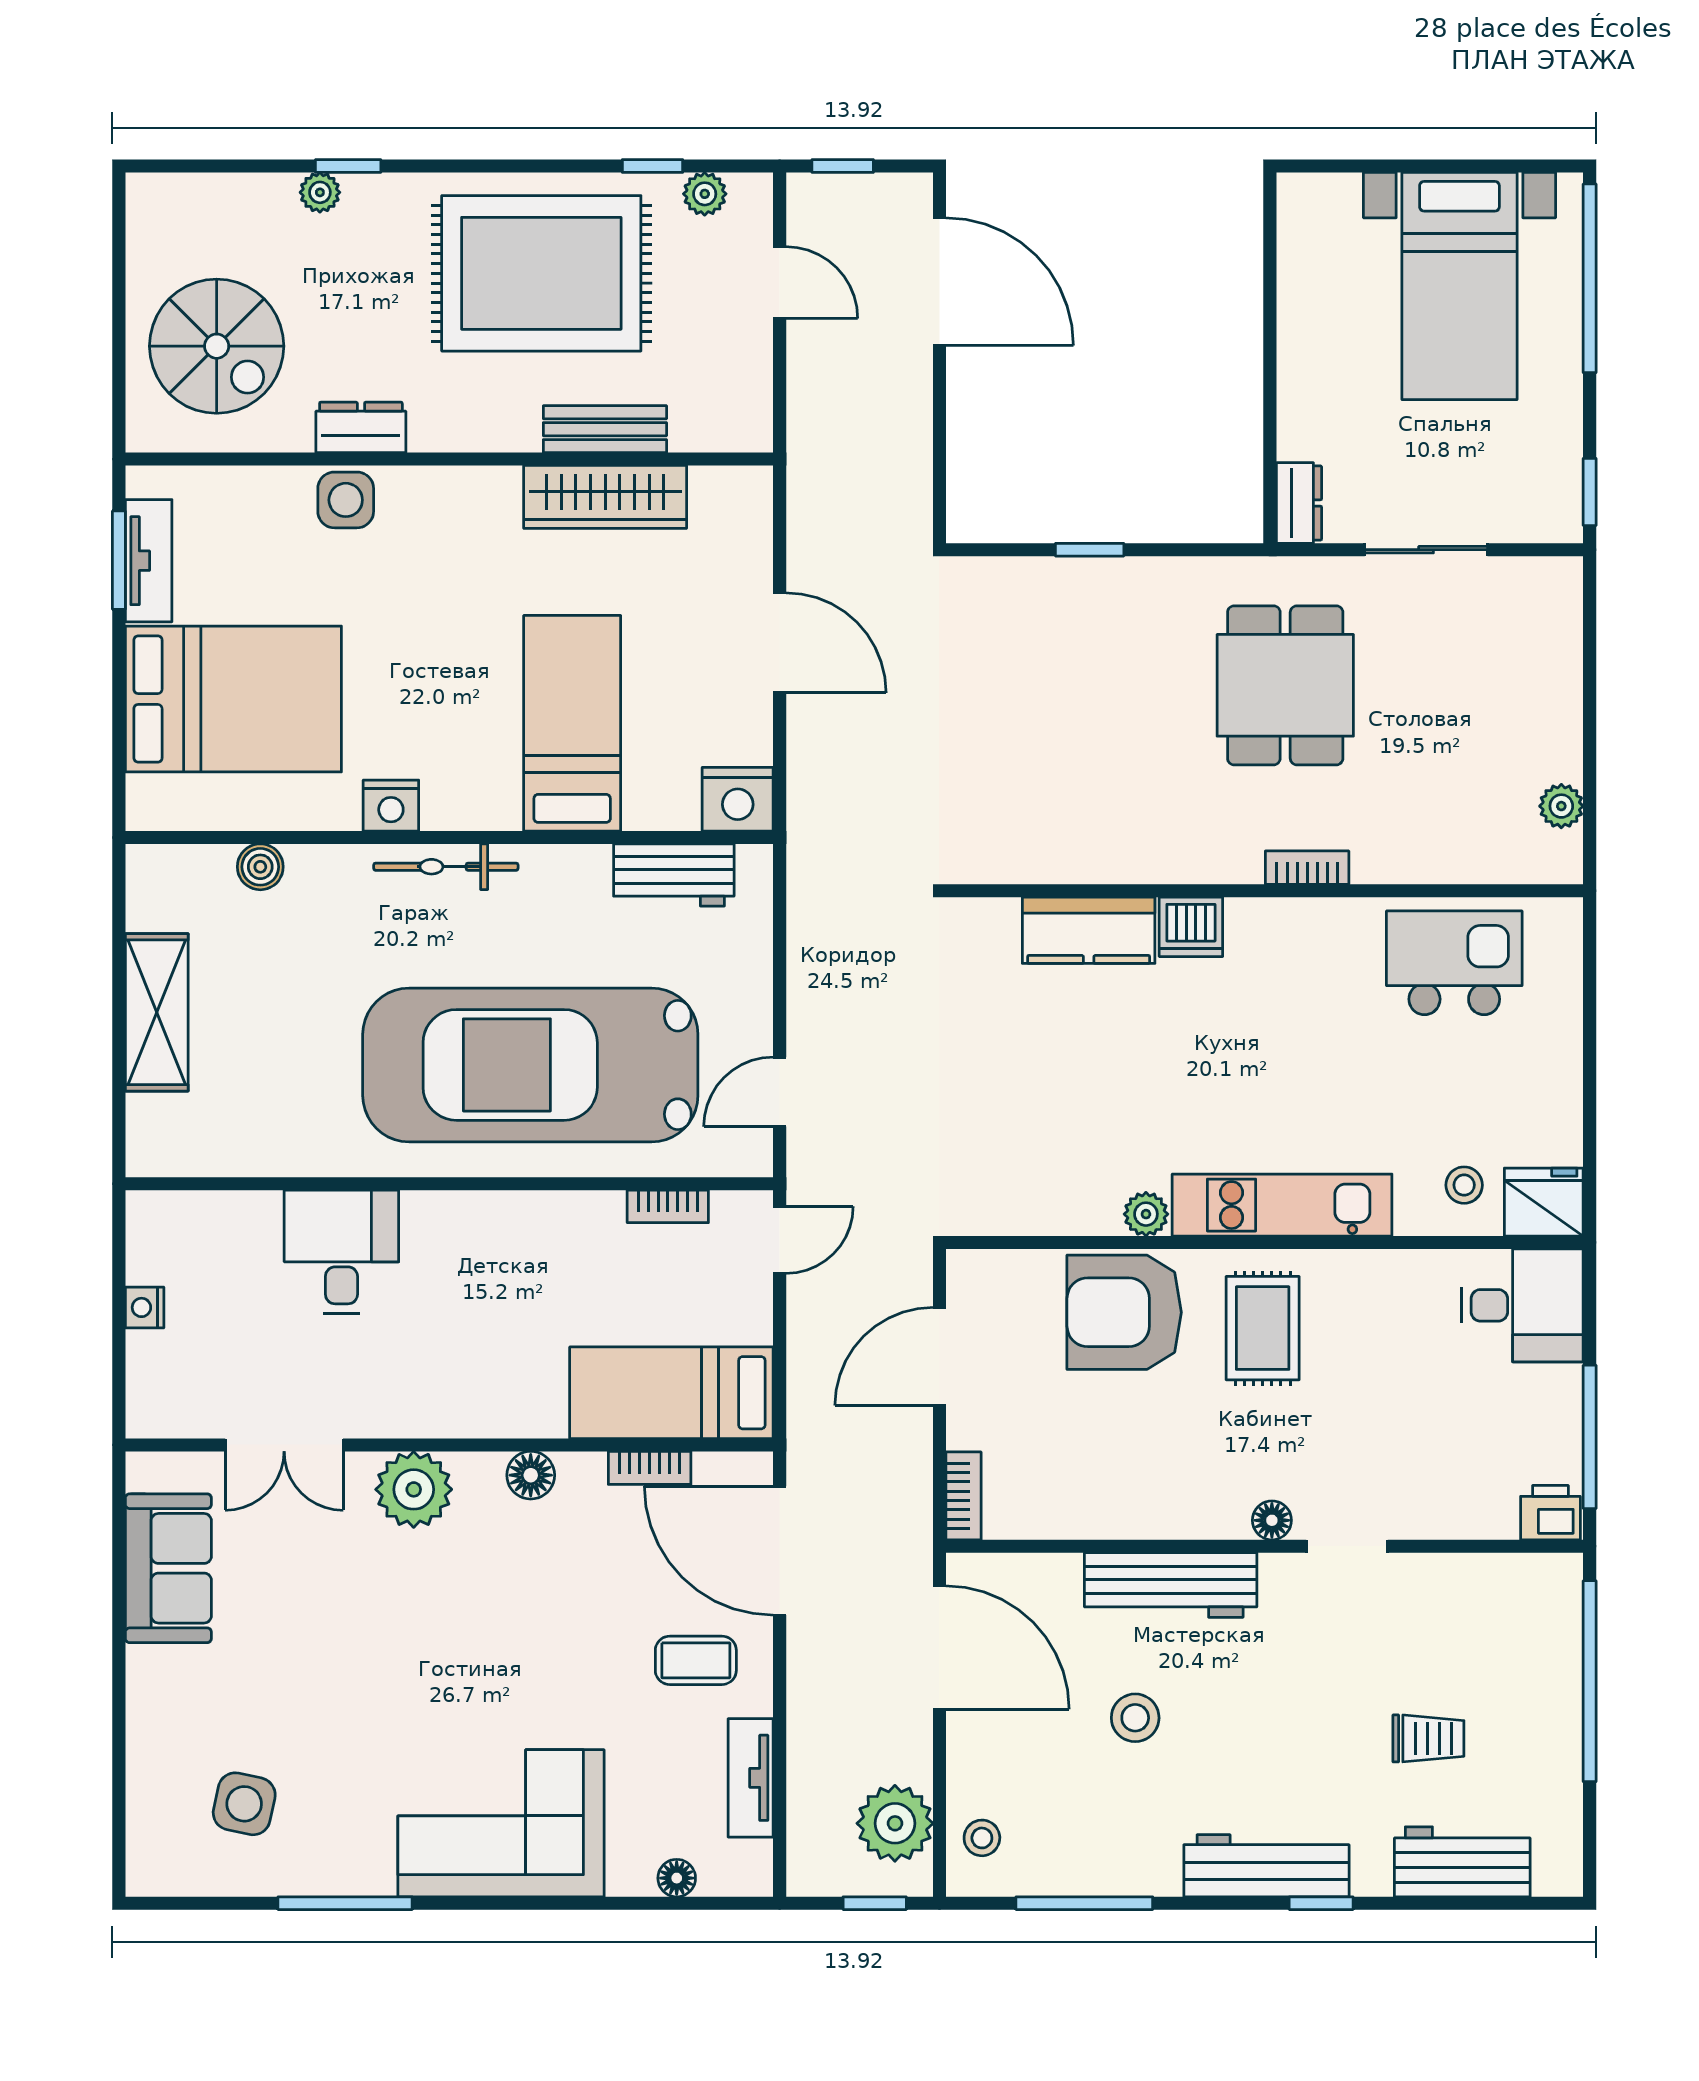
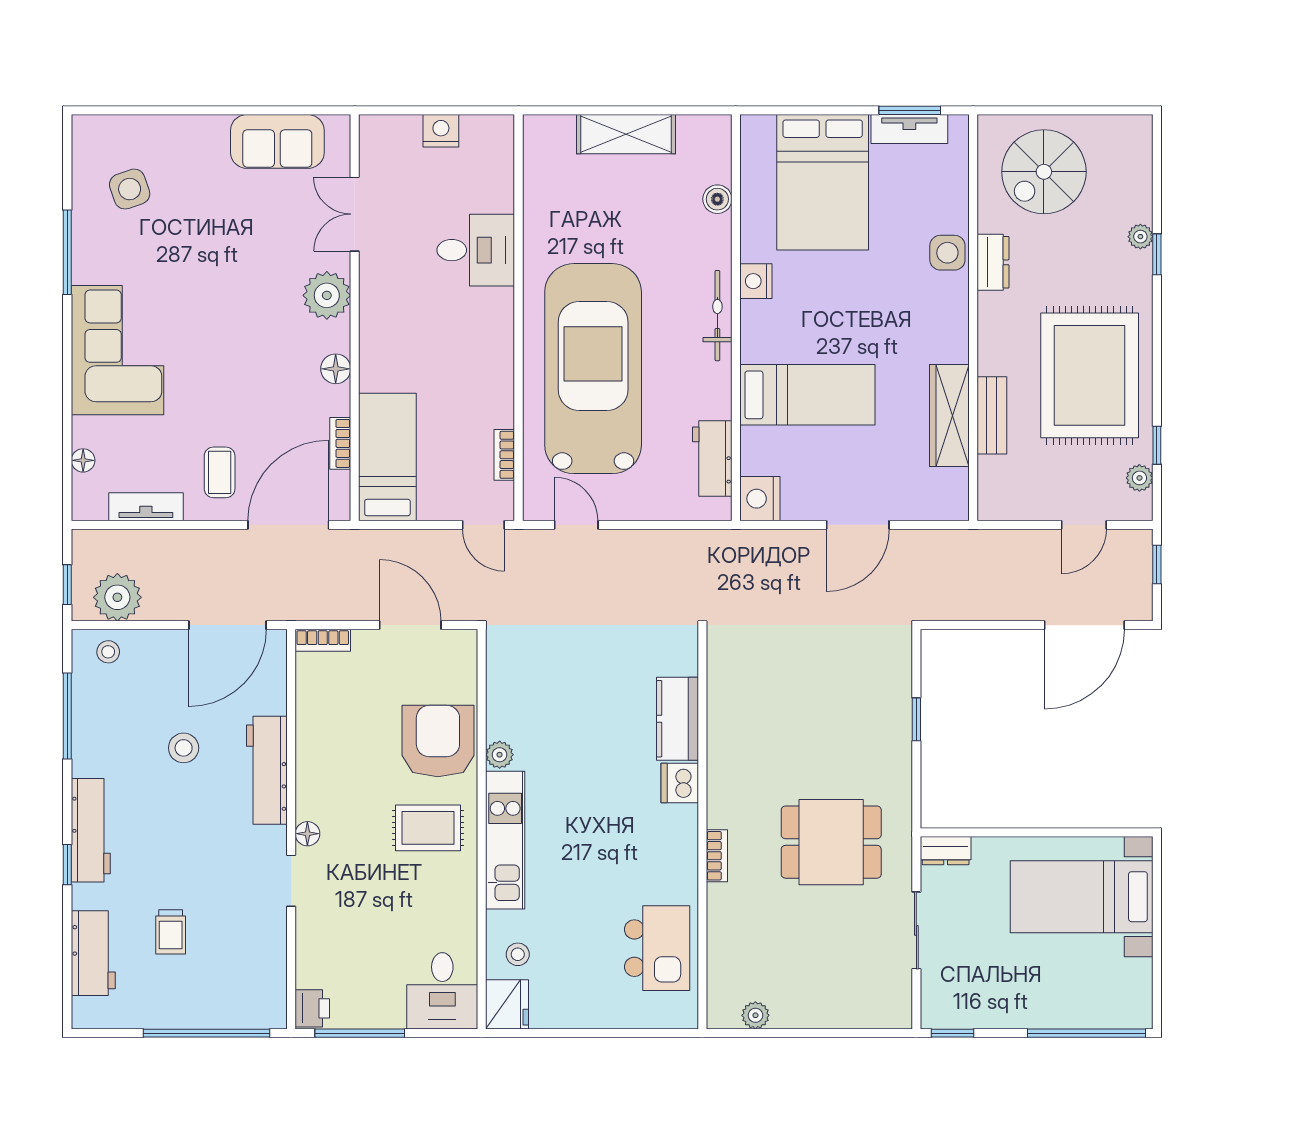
bed with nightstands: (1459, 286) -> (1082, 897), moved
nightstand: (145, 1307) -> (441, 131), width x1.39, depth x1.35
side table: (244, 1804) -> (130, 189), turned -31

